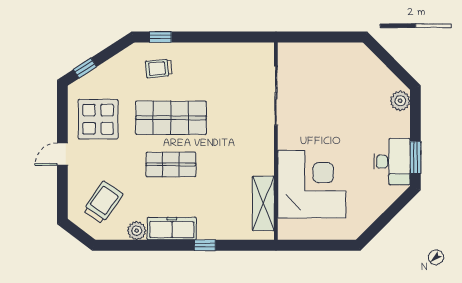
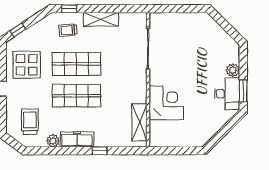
shelving: (207, 52) -> (101, 19), added
plant: (400, 101) -> (233, 70), moved
shop shelf: (171, 164) -> (76, 96), width x1.43, depth x1.36
corner desk: (312, 184) -> (166, 103), width x0.74, depth x0.74
trolley: (103, 202) -> (30, 122), turned -35

